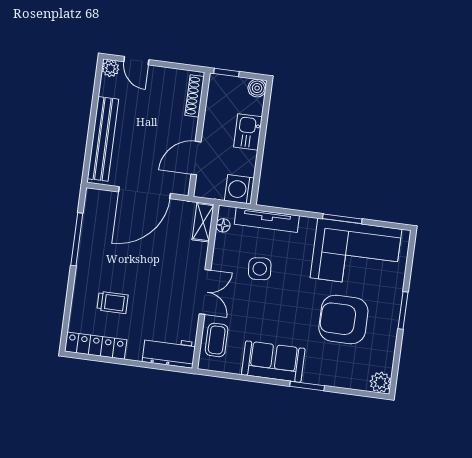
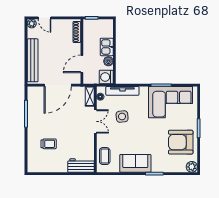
boiler: (257, 88) -> (108, 61), moved
double door: (205, 292) -> (95, 121), moved
armchair: (343, 319) -> (181, 142), moved
locker: (96, 346) -> (43, 167), removed

